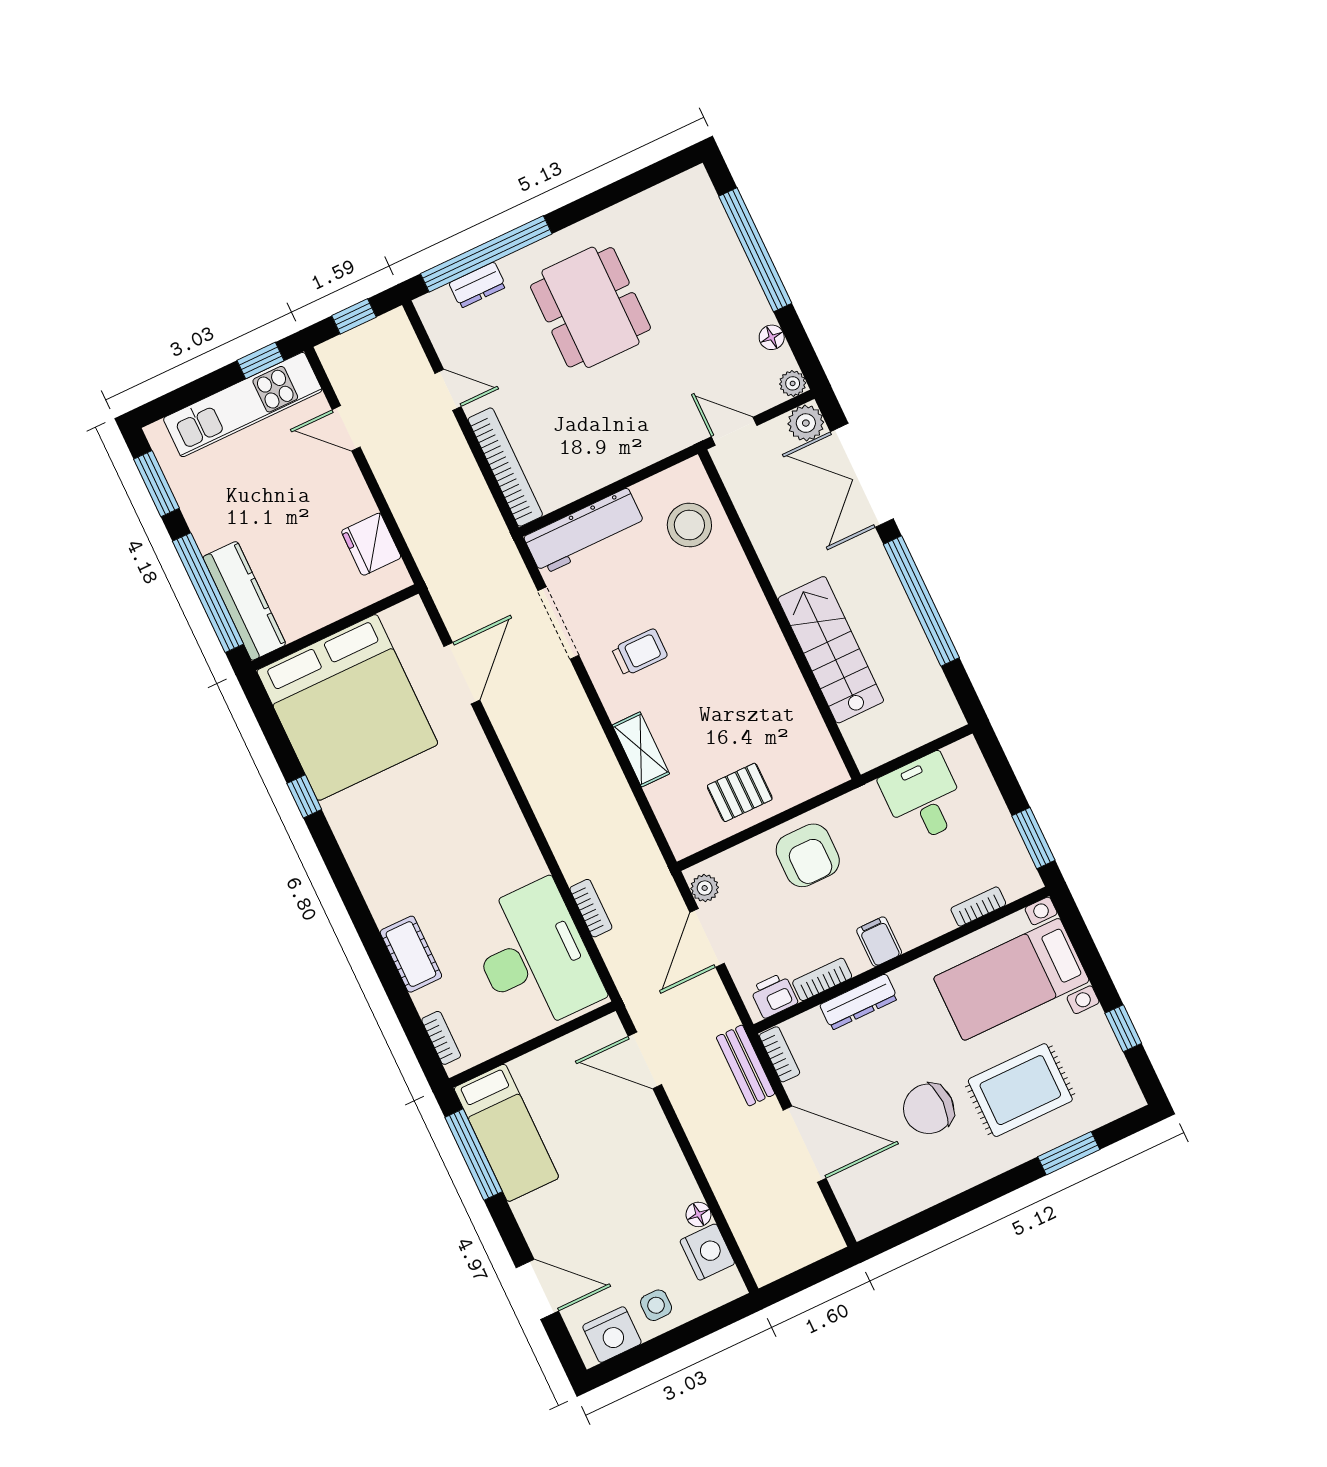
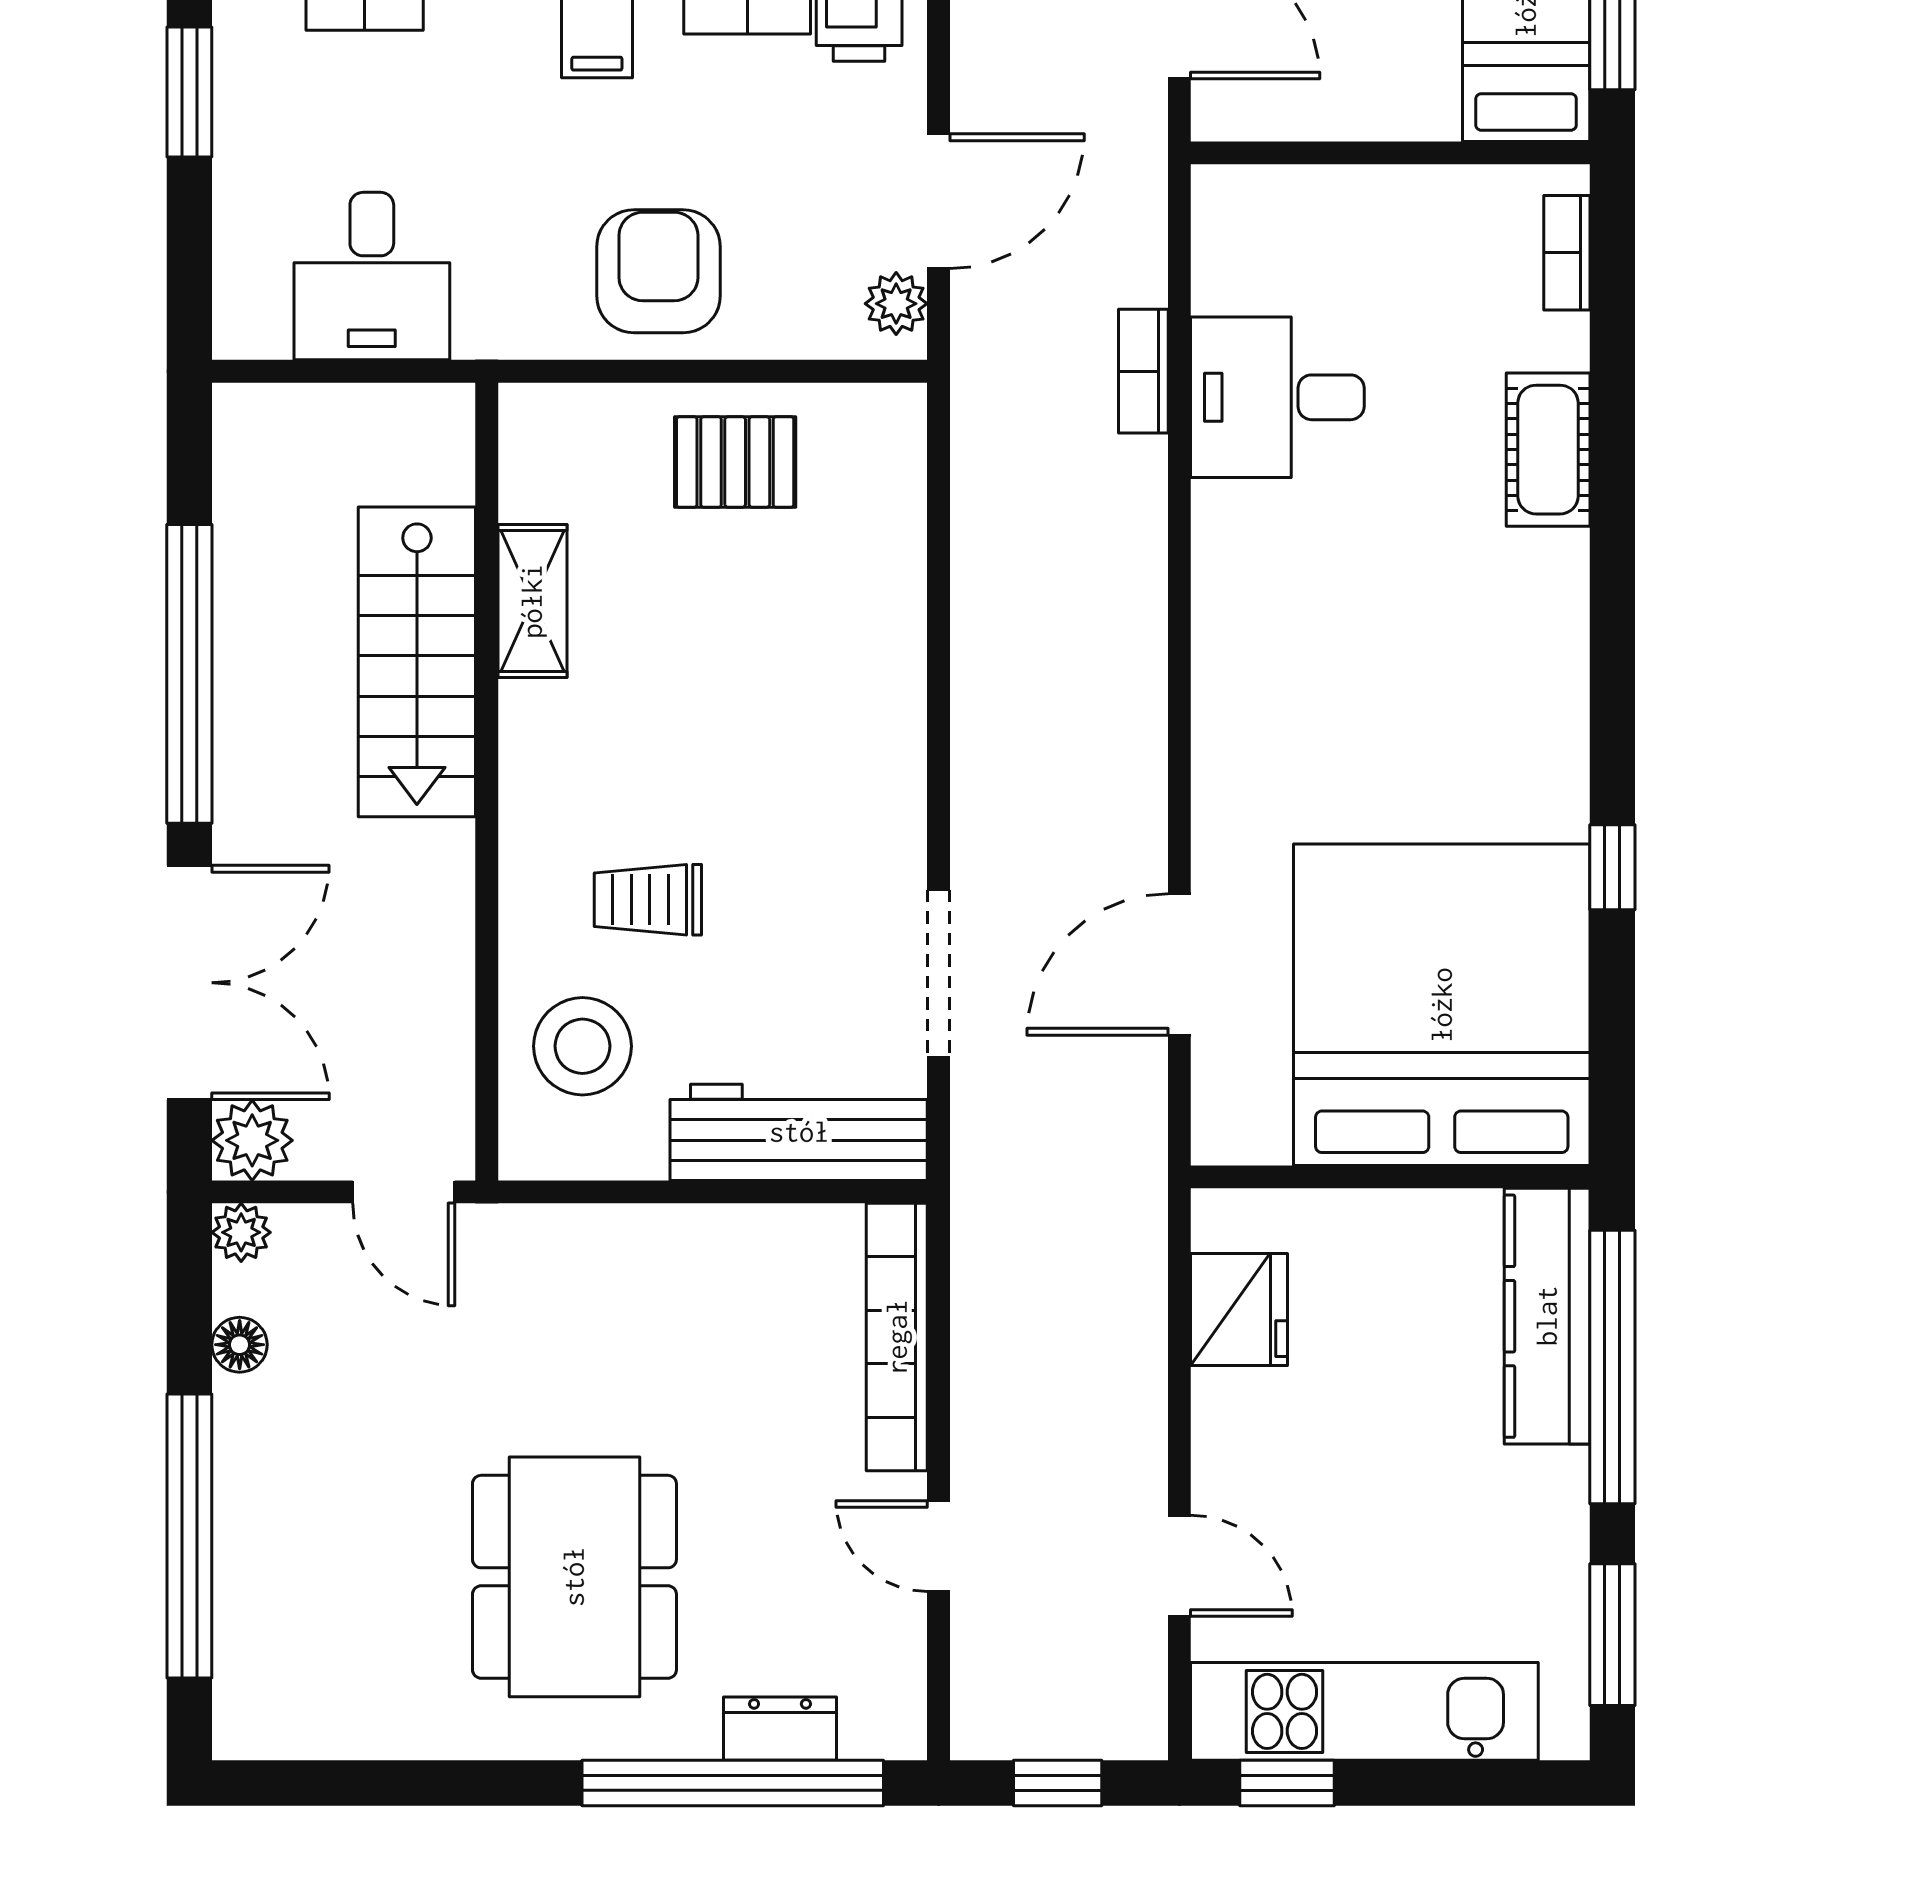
trolley: (640, 652) -> (648, 900), moved
shelving: (641, 749) -> (532, 601), moved
desk: (534, 957) -> (1277, 397), width x0.53, depth x0.77

